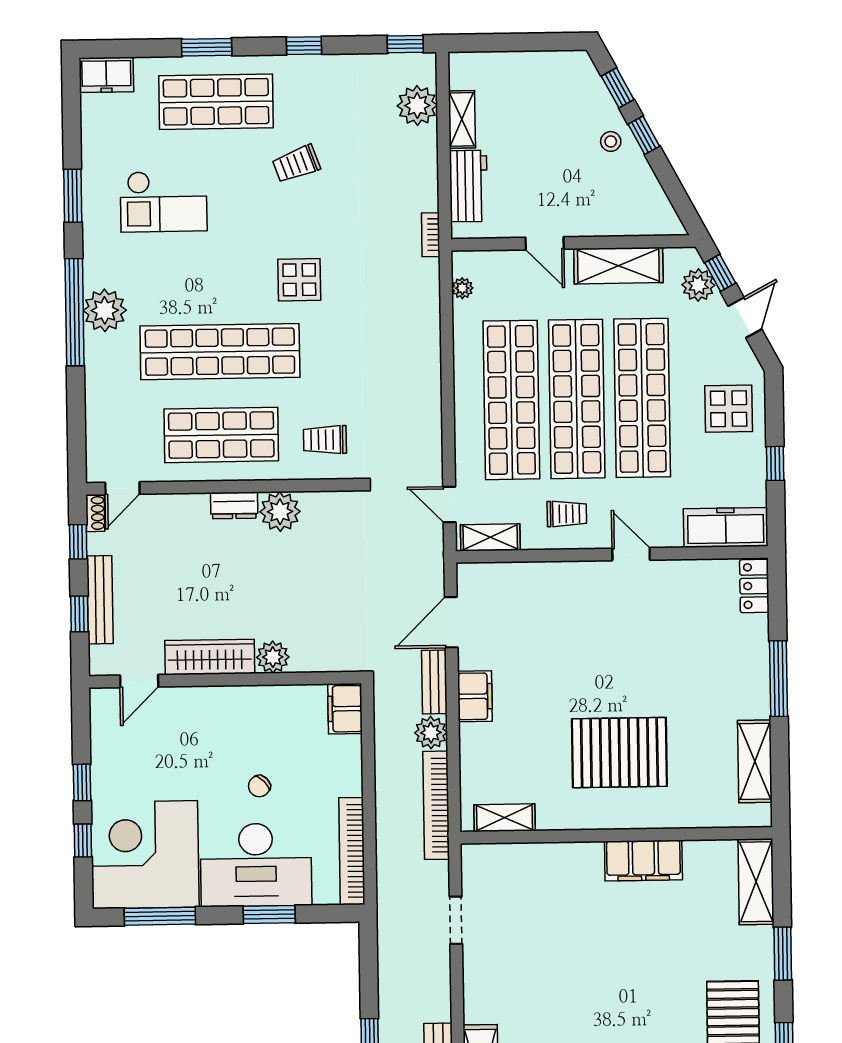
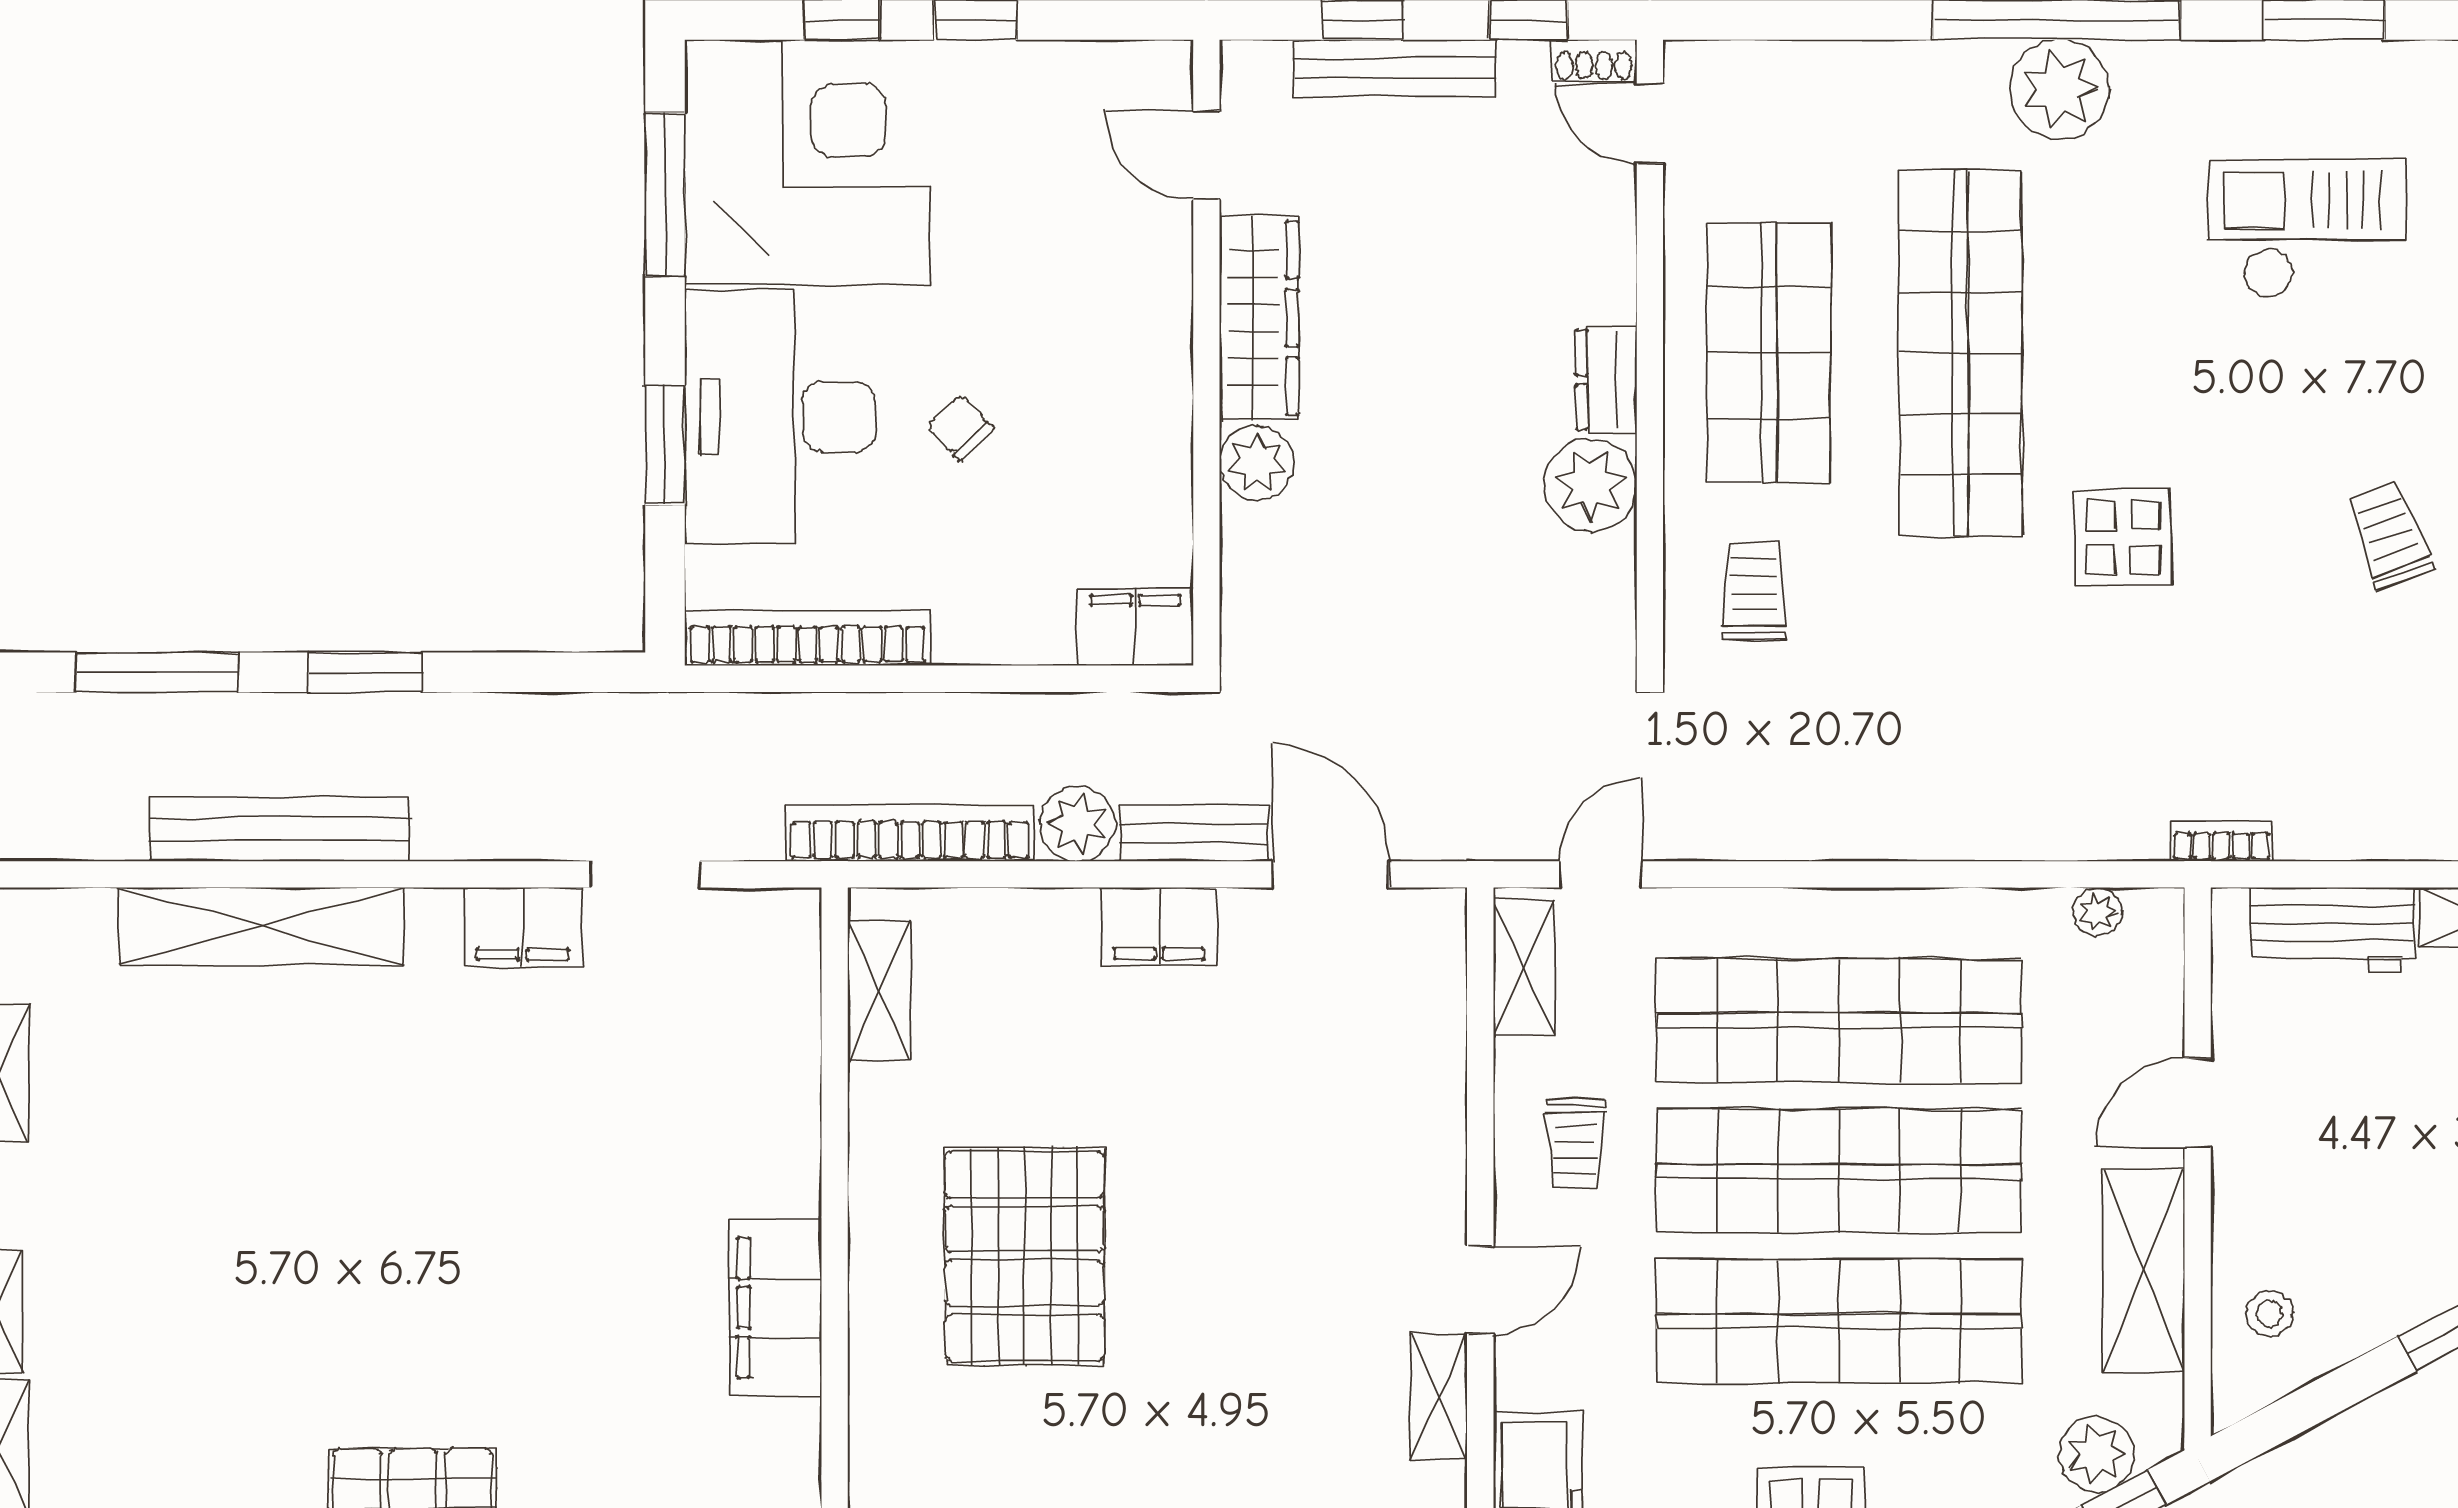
stool: (611, 141) -> (2269, 1314), moved
checkout: (164, 201) -> (2308, 229), turned 90
shelving: (678, 571) -> (1439, 1397), added
filing cabinet: (480, 973) -> (523, 927), added

